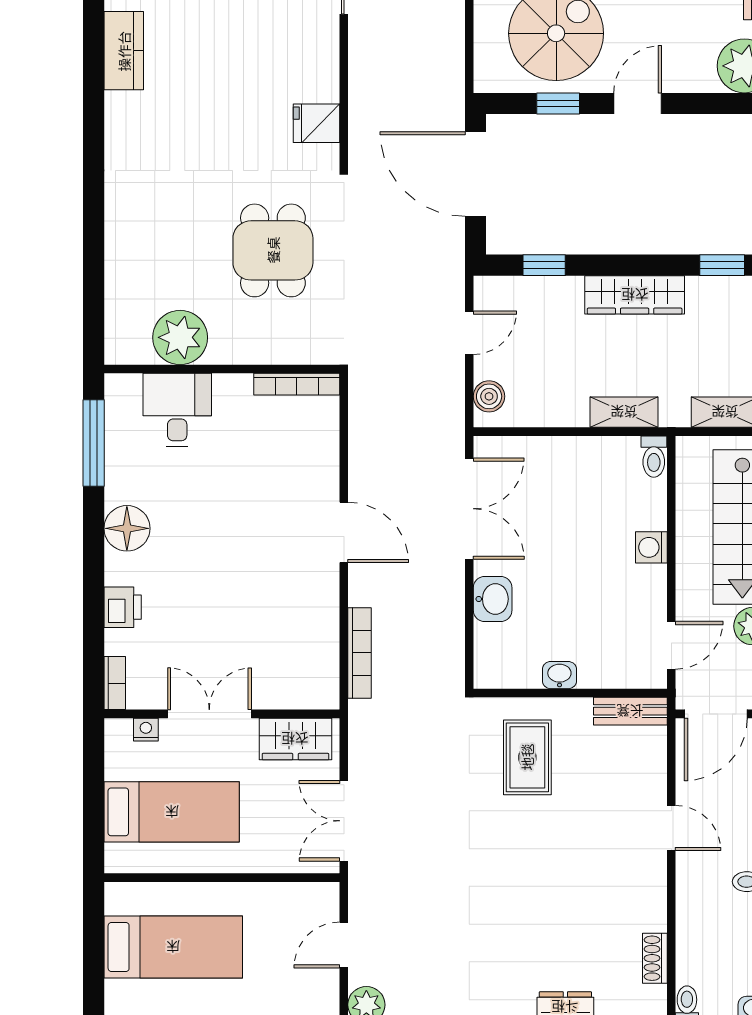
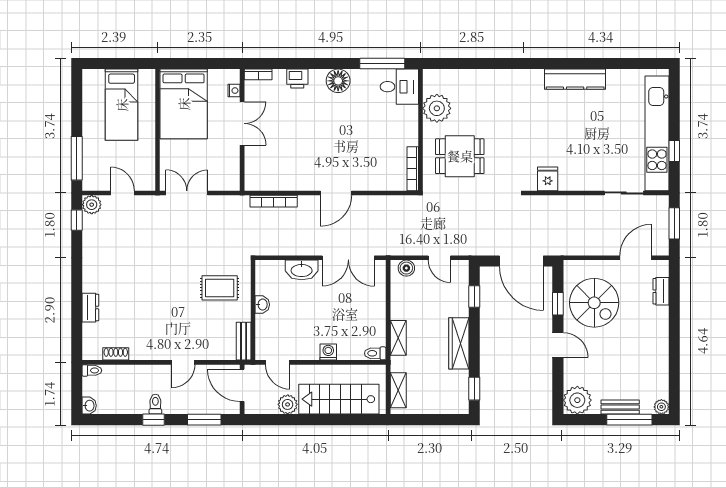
kitchen counter: (124, 51) -> (575, 79), width x1.50
door: (475, 174) -> (521, 261), swing flipped
dining table: (273, 250) -> (460, 156), moved
desk: (177, 410) -> (399, 87), moved
washbasin: (493, 599) -> (302, 270), width x1.38
wardrobe: (295, 739) -> (229, 168), removed
bed: (172, 812) -> (184, 104), width x1.50

